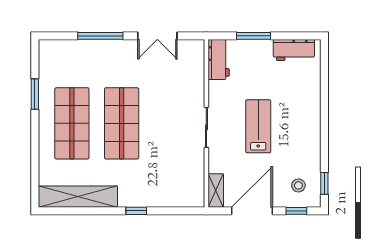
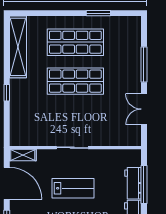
window: (254, 36) -> (144, 185), width x1.44
workbench: (219, 60) -> (133, 183), moved, turned 90

